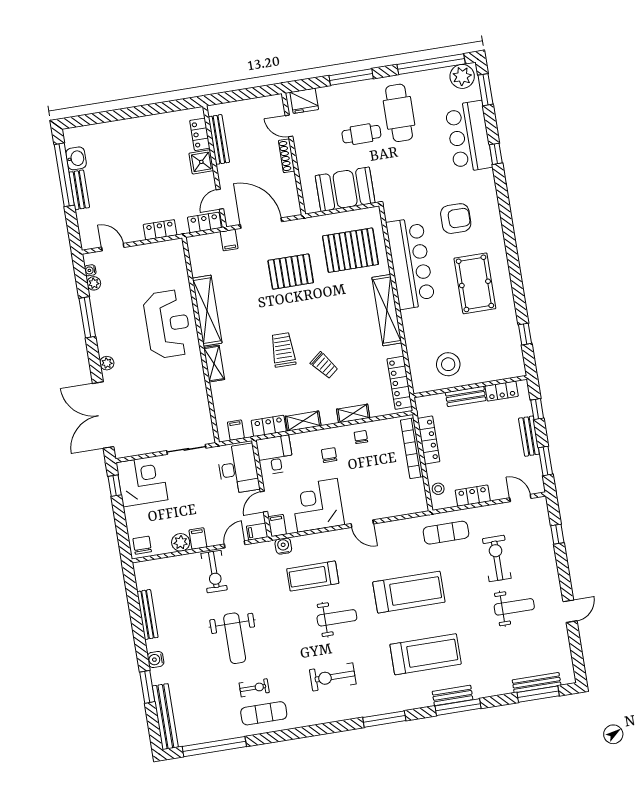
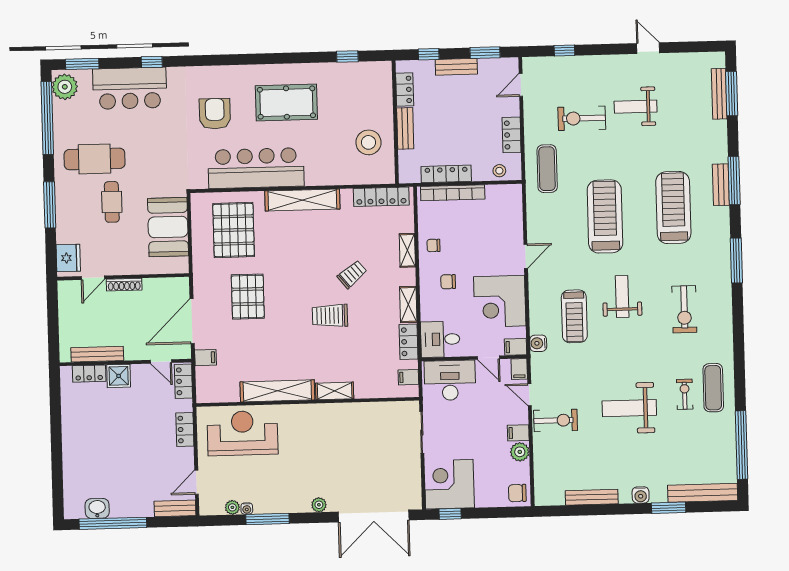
bench: (79, 190) -> (175, 508), moved
water cooler: (90, 270) -> (247, 509), moved
reception desk: (167, 324) -> (242, 433), moved
weight bench: (514, 607) -> (636, 107), turned -90
weight bench: (235, 638) -> (629, 408), turned 180

